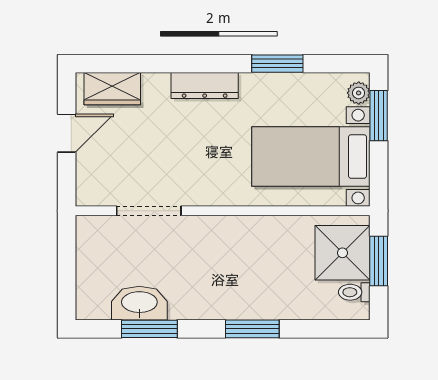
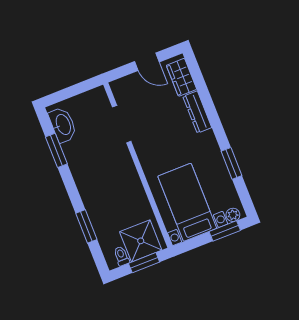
dresser: (205, 85) -> (197, 112), moved
washbasin: (139, 303) -> (63, 125), moved
window: (252, 329) -> (86, 226), moved

